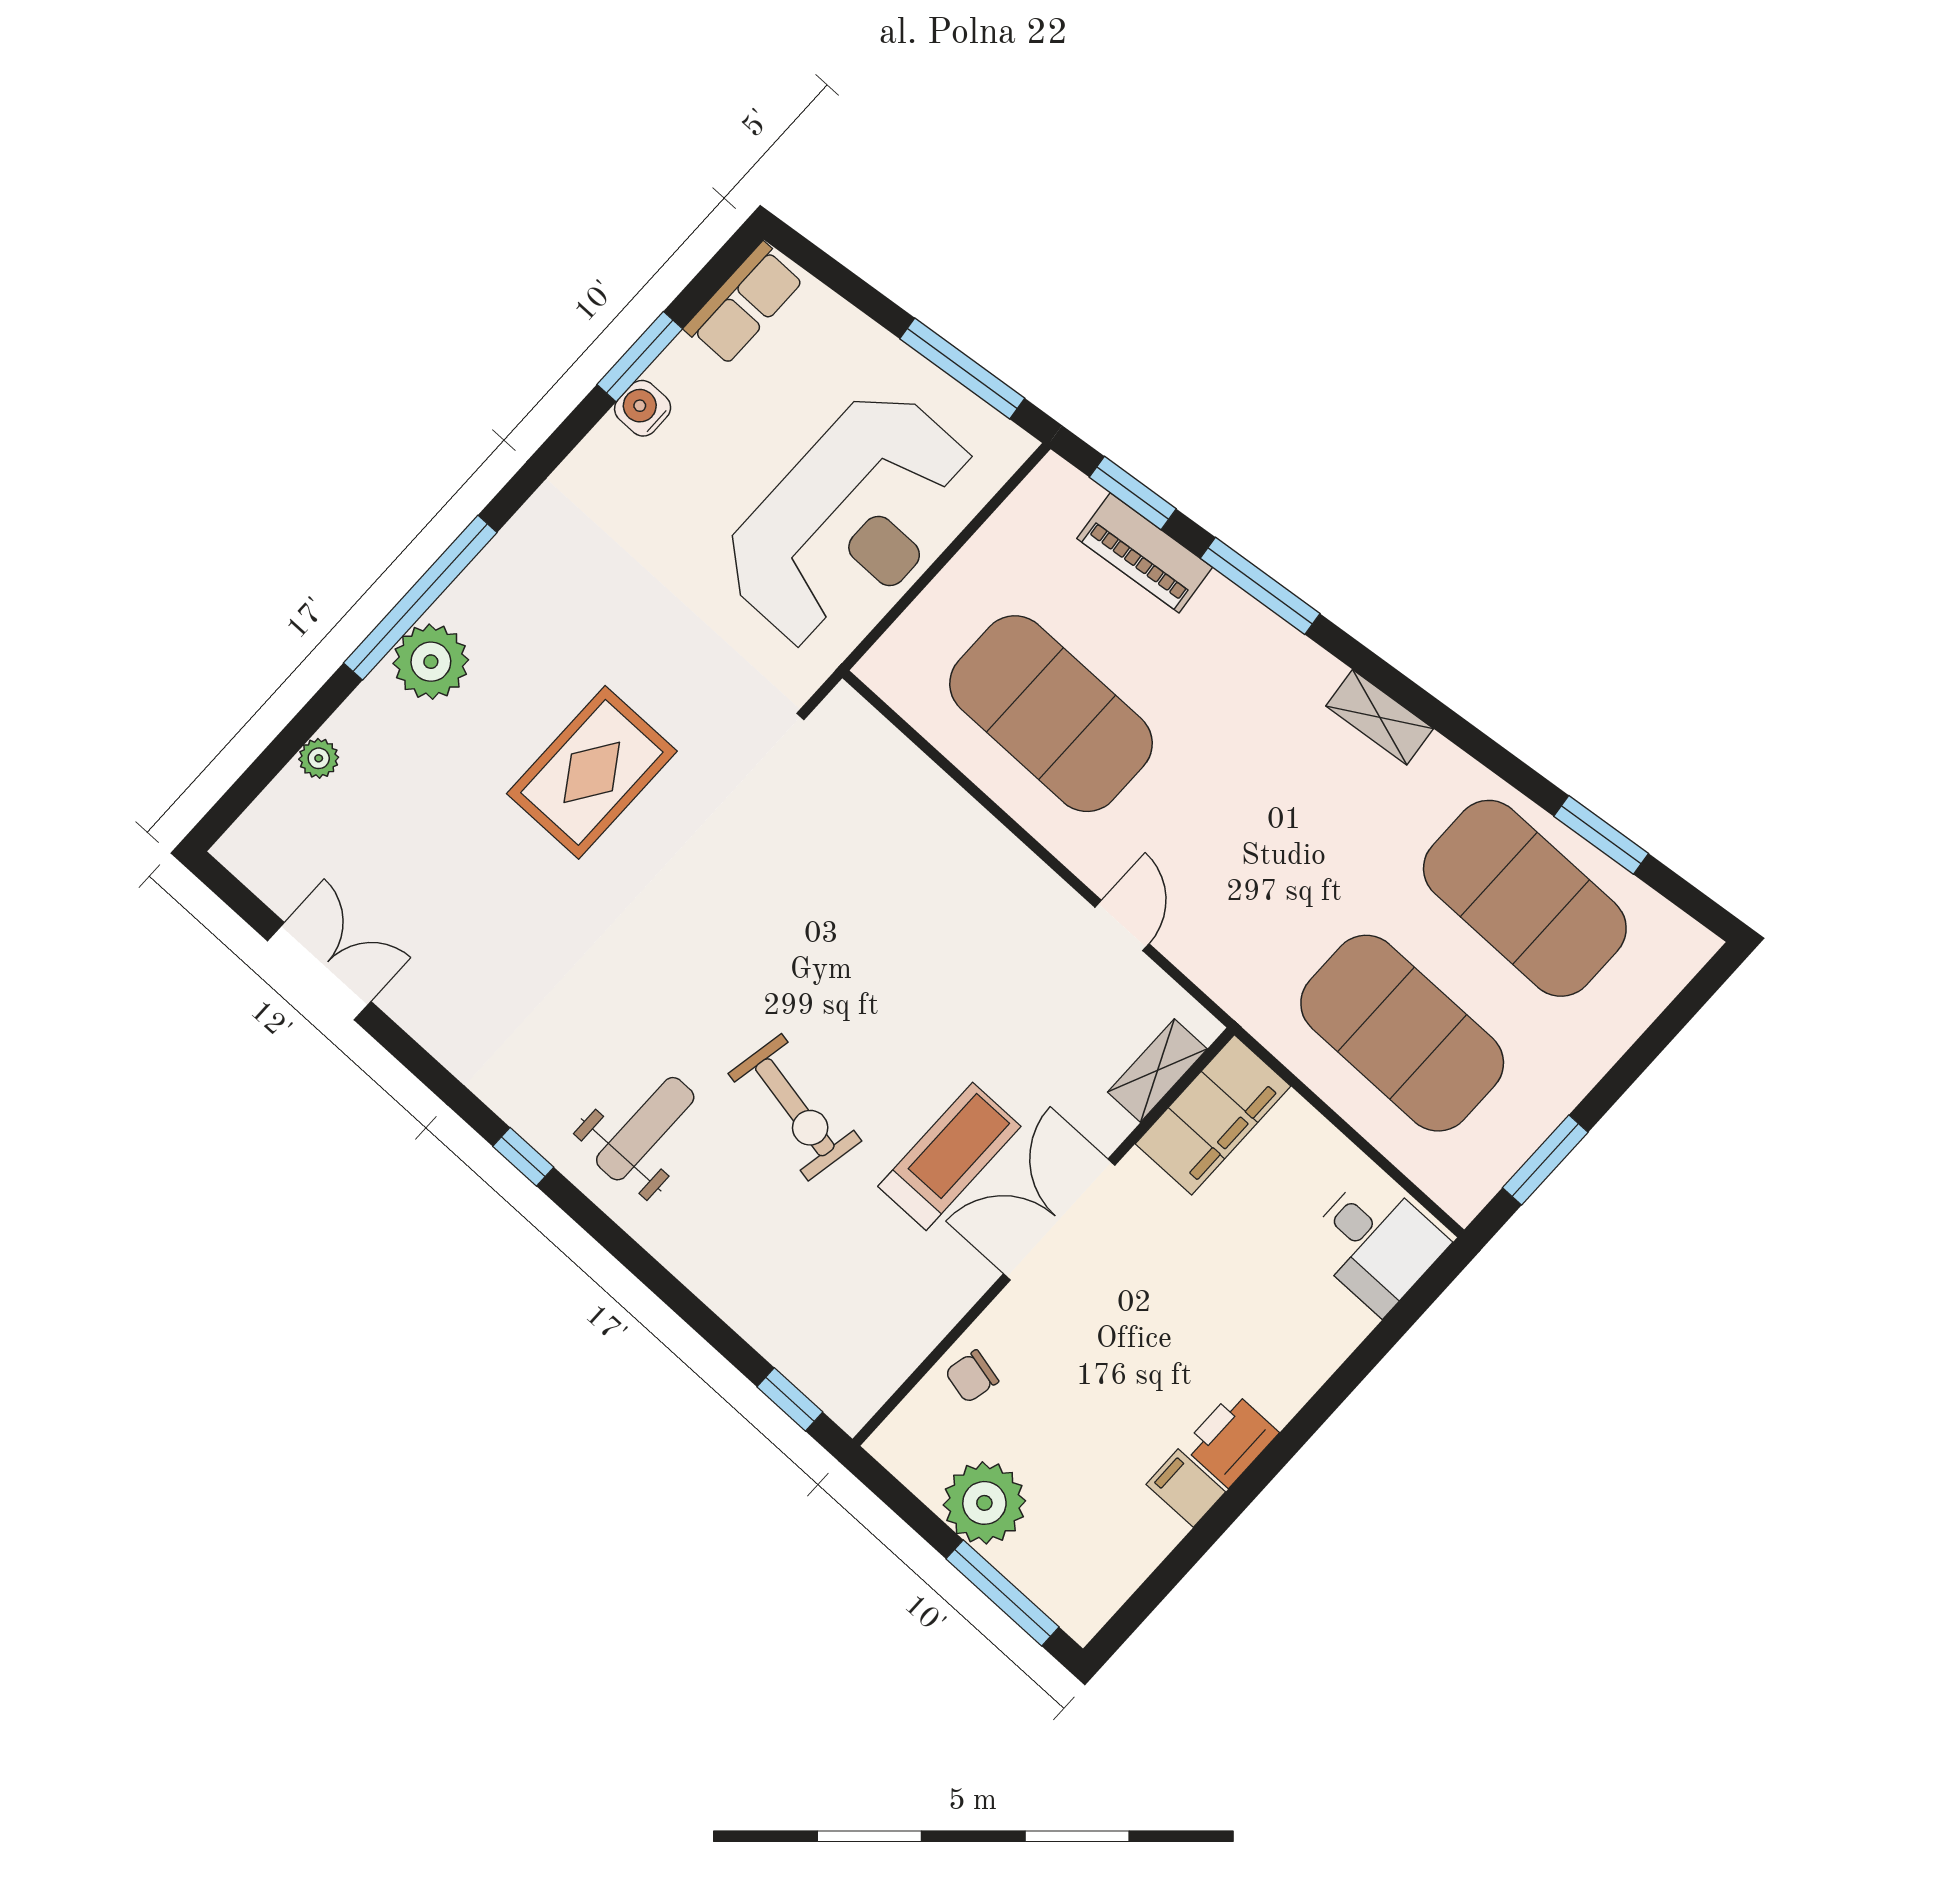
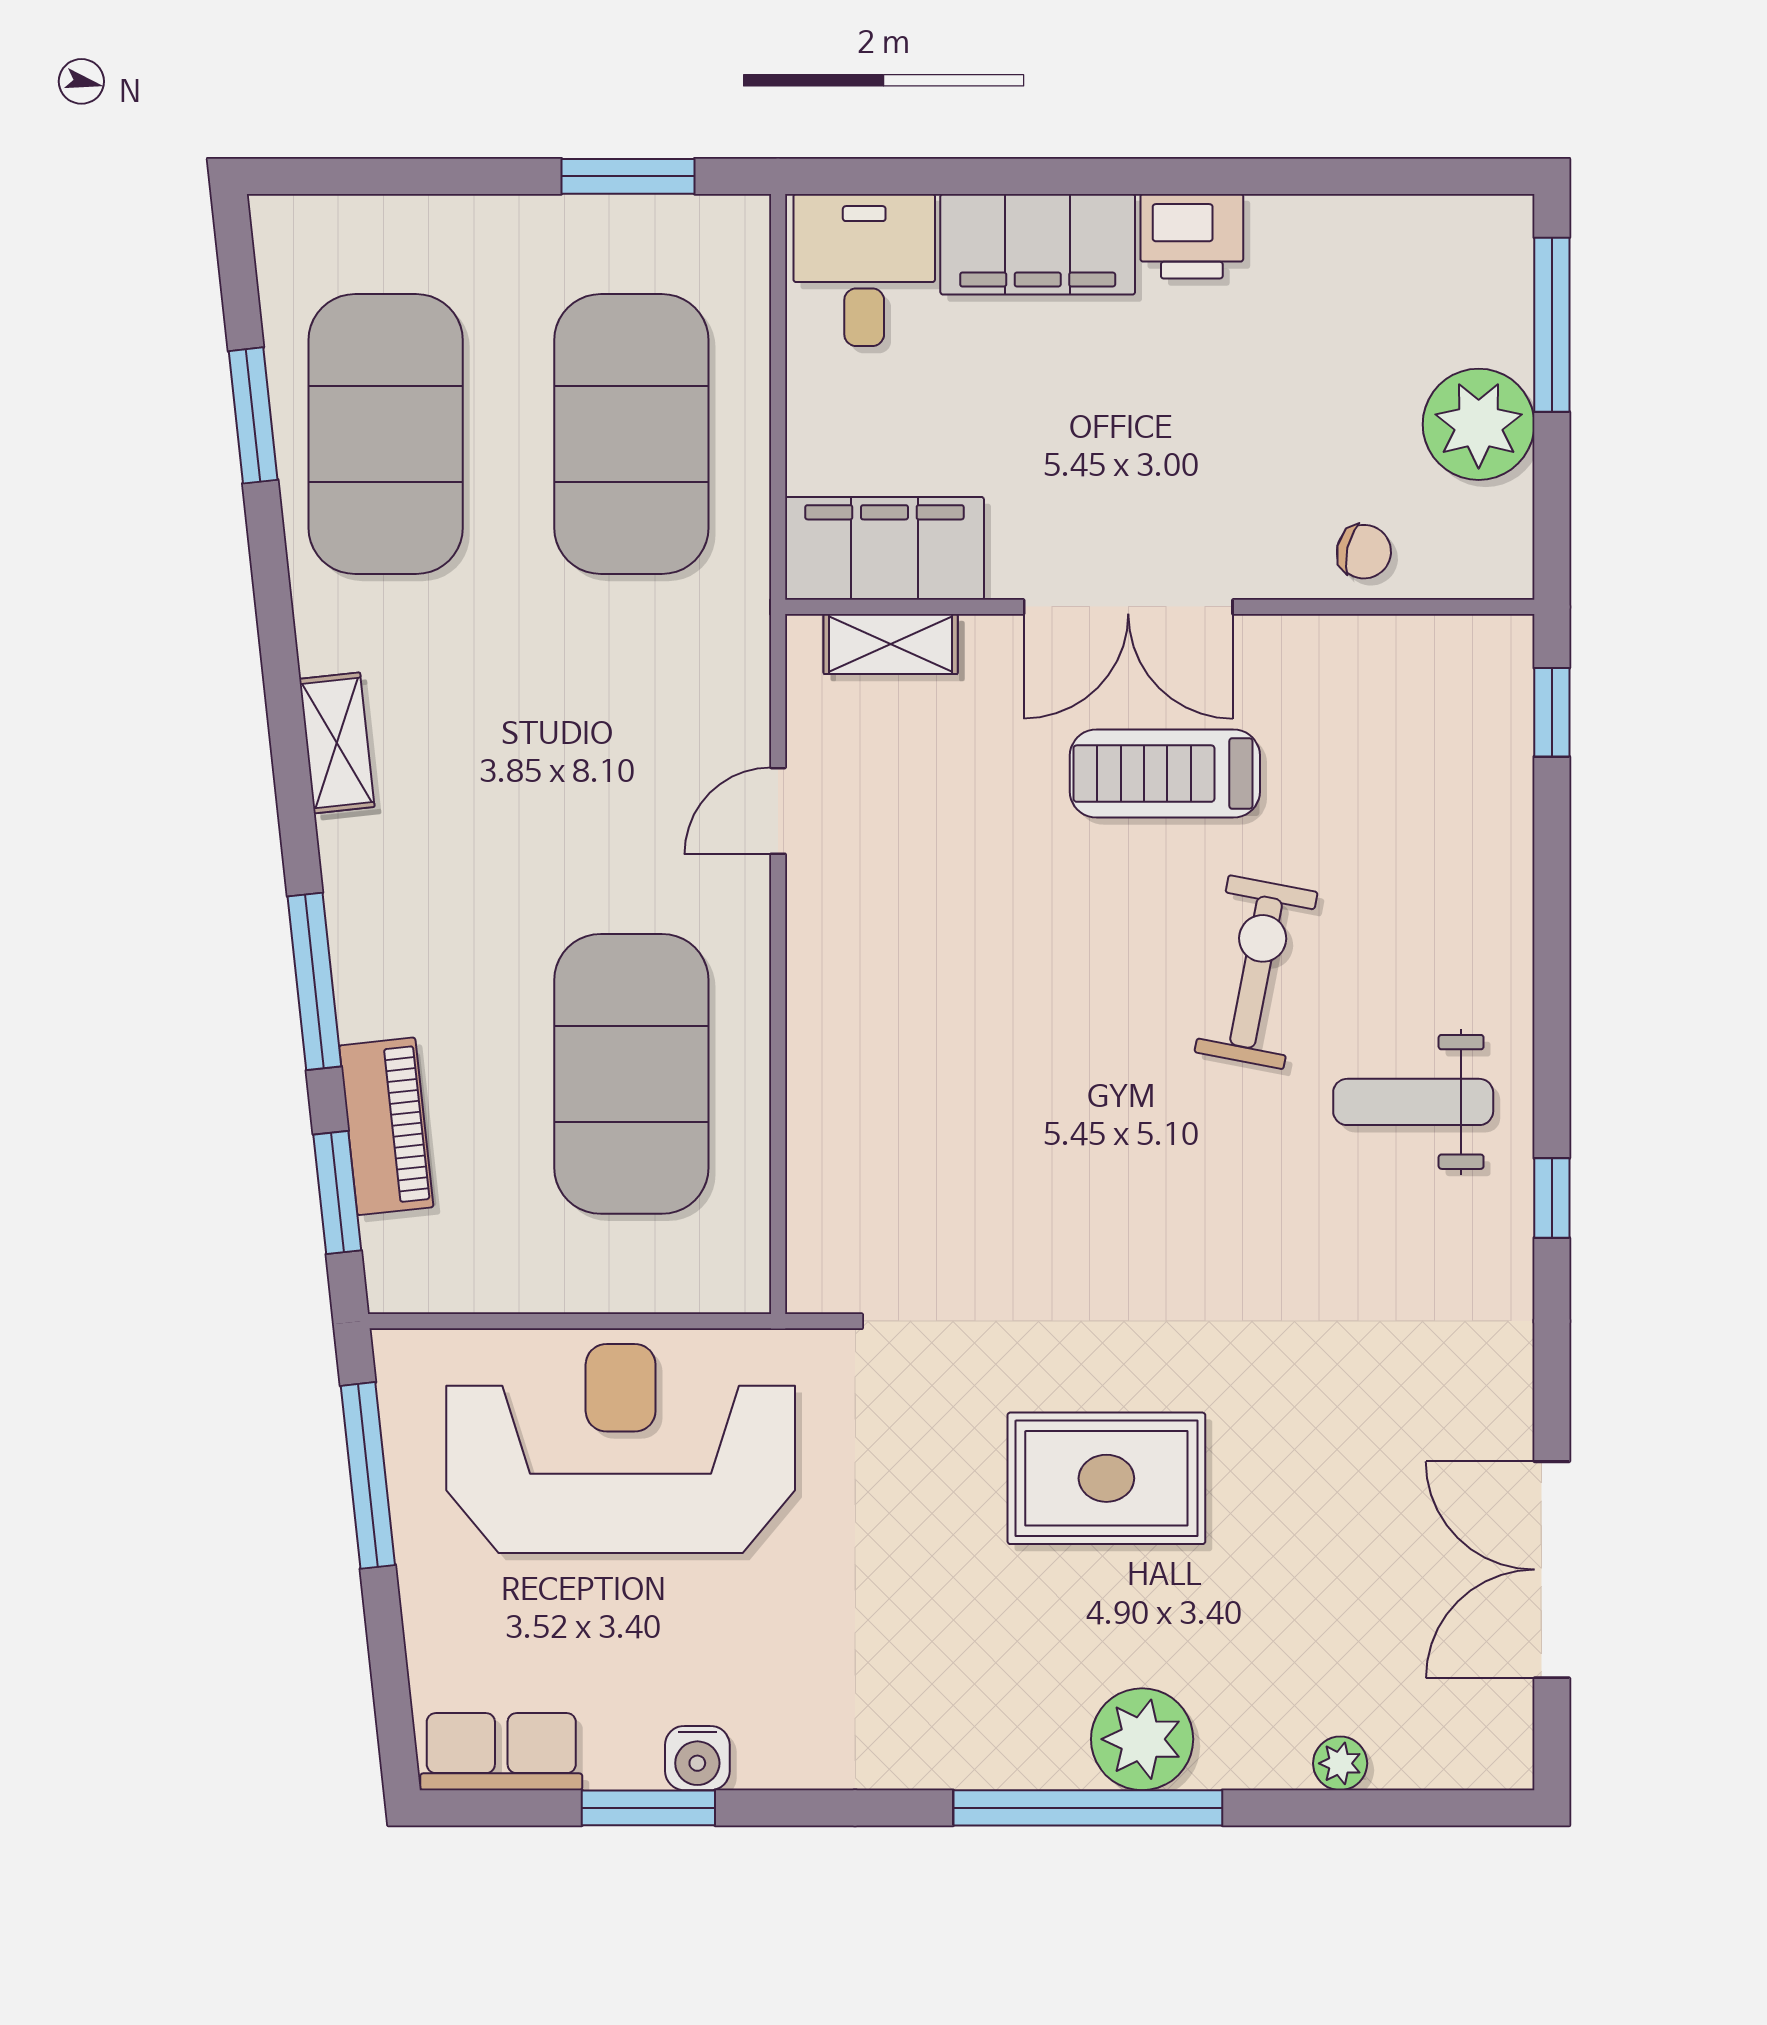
double door: (319, 971) -> (1552, 1570), width x1.37
filing cabinet: (1186, 1488) -> (1038, 244), moved, width x3.00, depth x1.17

